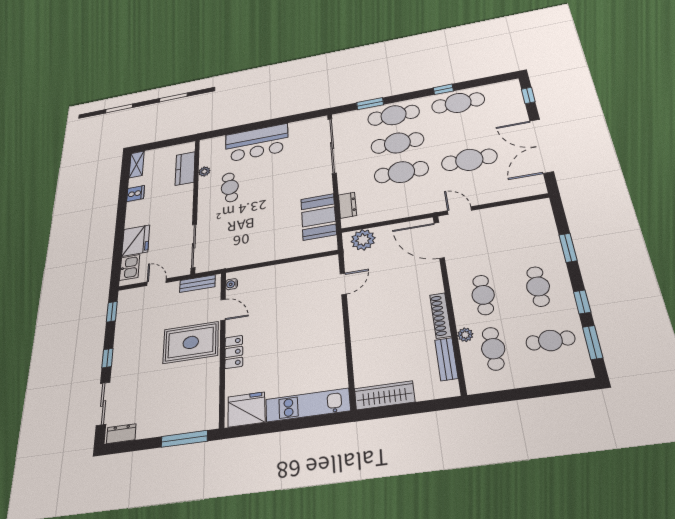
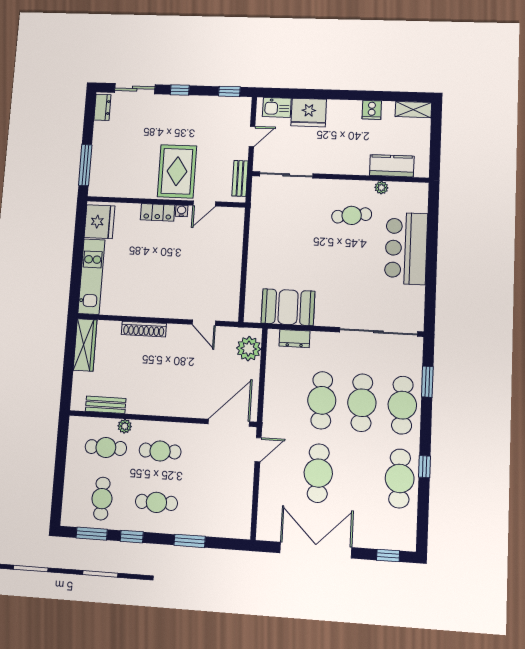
water cooler: (232, 284) -> (182, 211), moved
shoe rack: (441, 315) -> (144, 329), moved, turned 180

